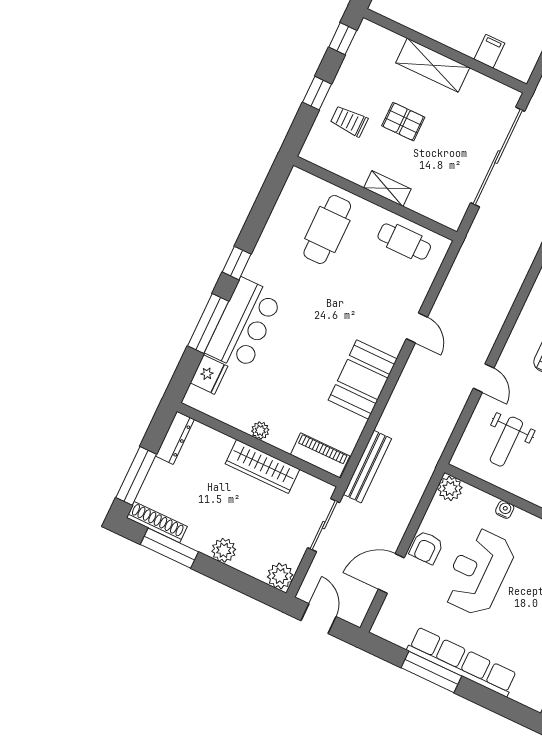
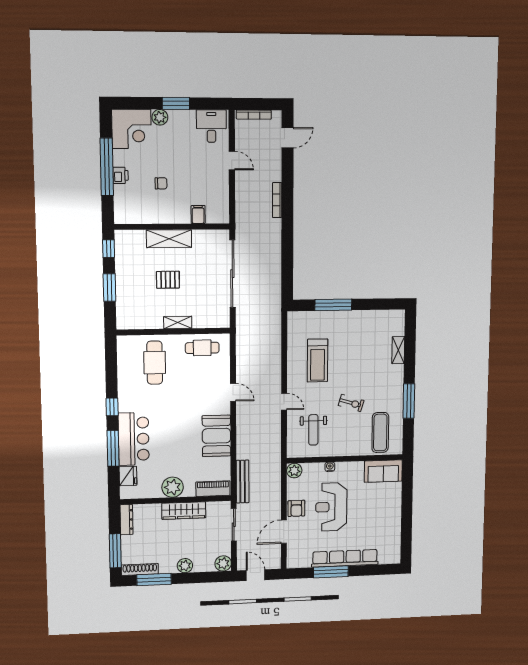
window: (317, 93) -> (109, 288), width x1.50
trolley: (349, 121) -> (136, 295), removed
plant: (260, 430) -> (173, 487), width x1.88, depth x1.88

